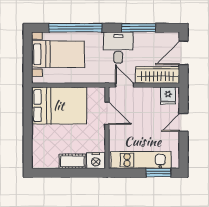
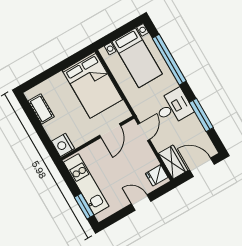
wardrobe: (157, 75) -> (173, 162), width x0.67
cot: (72, 161) -> (41, 109), moved

